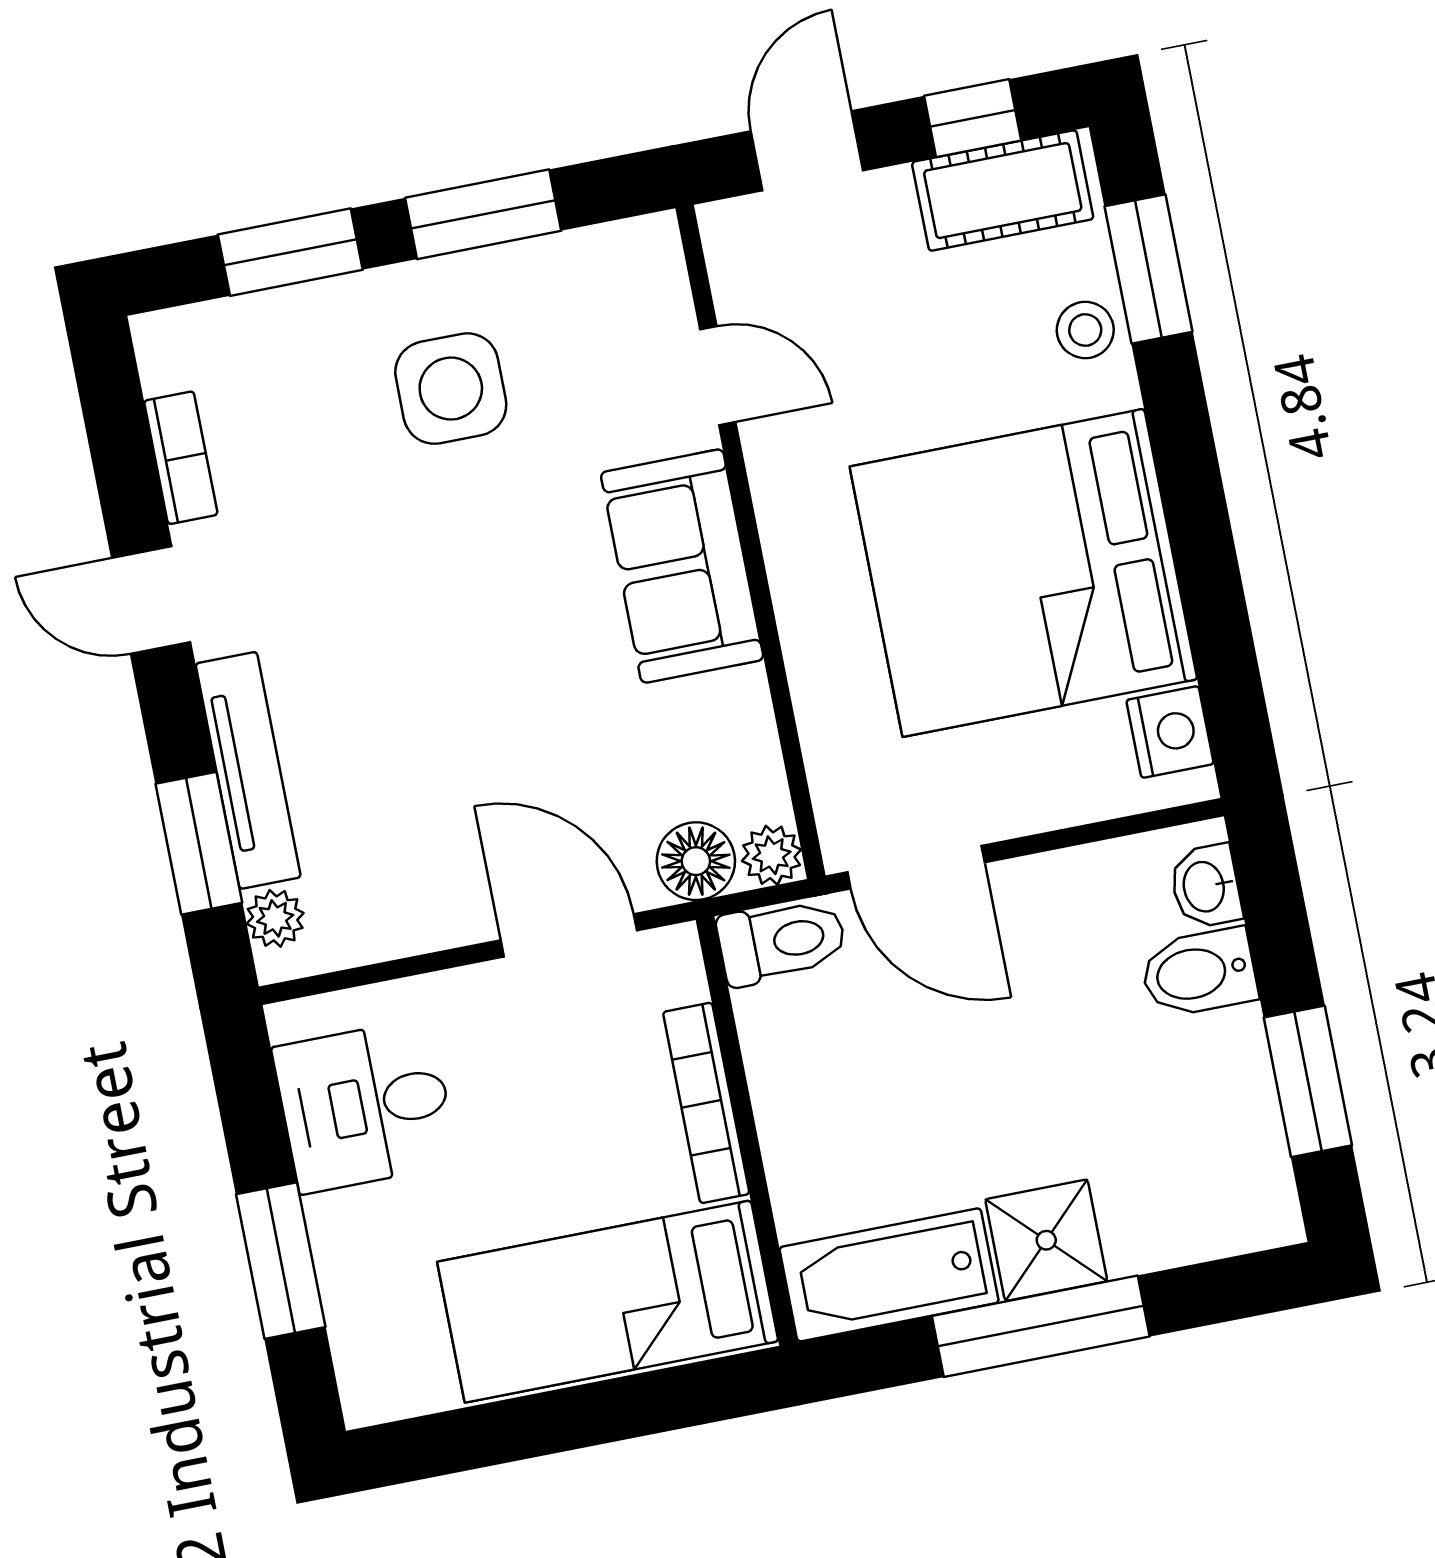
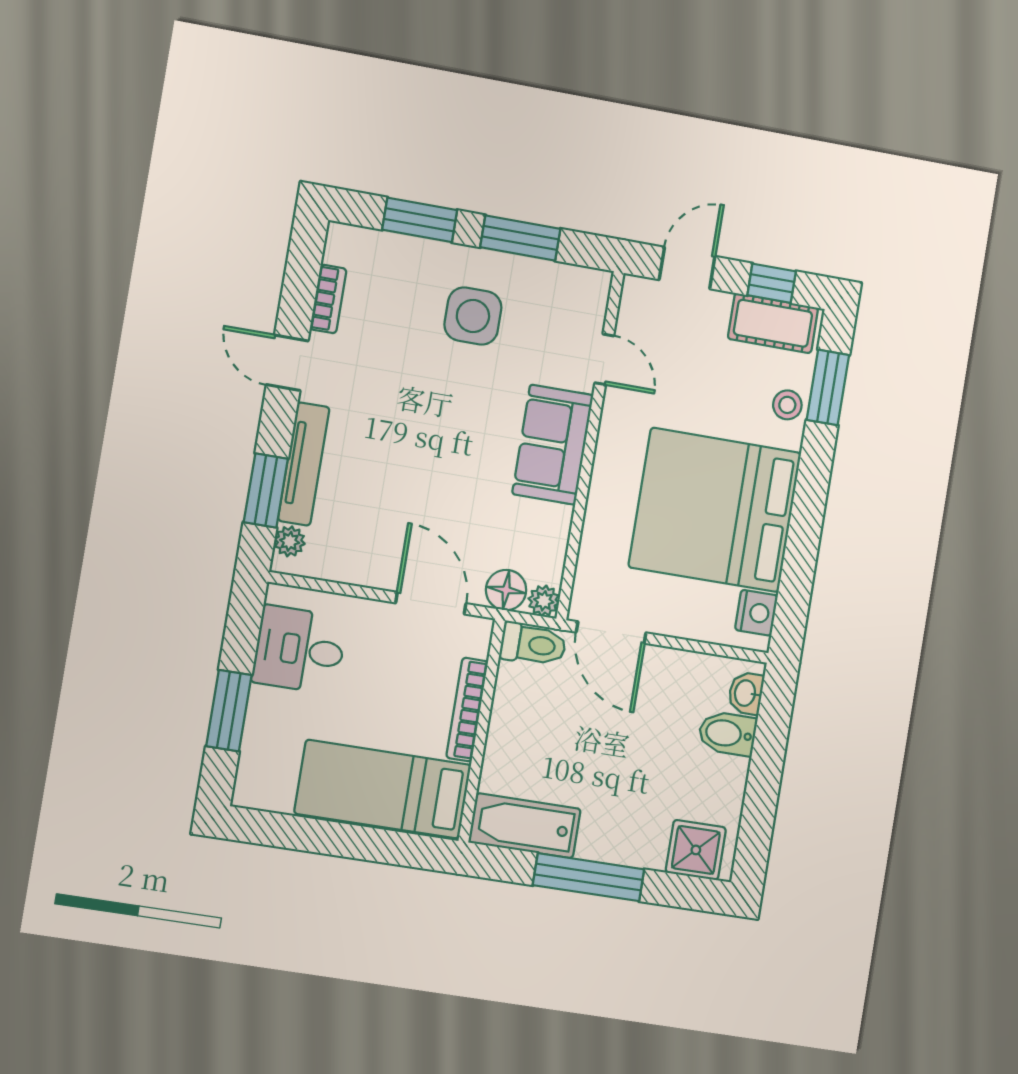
window: (1308, 1081) -> (760, 805), removed
shower: (1046, 1240) -> (696, 850), moved

